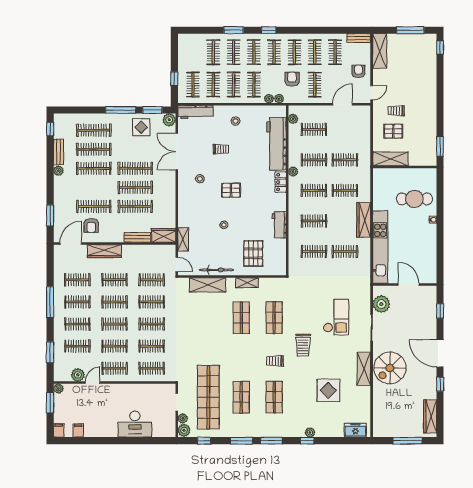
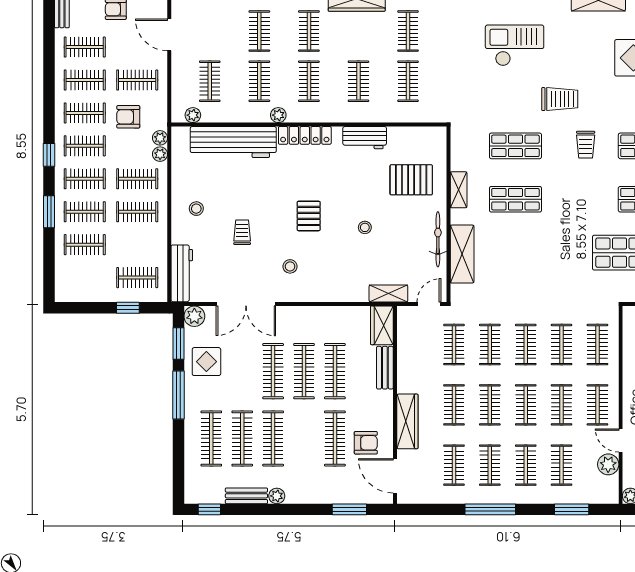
clothes rail: (213, 85) -> (137, 245), removed
locker: (281, 182) -> (305, 135), width x1.53

